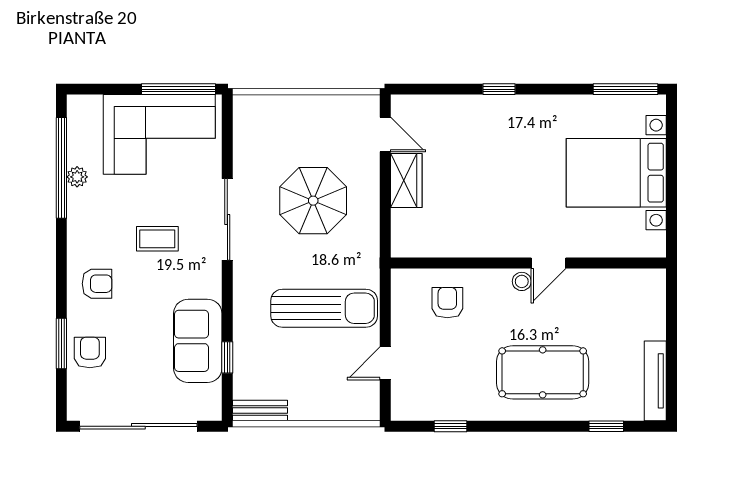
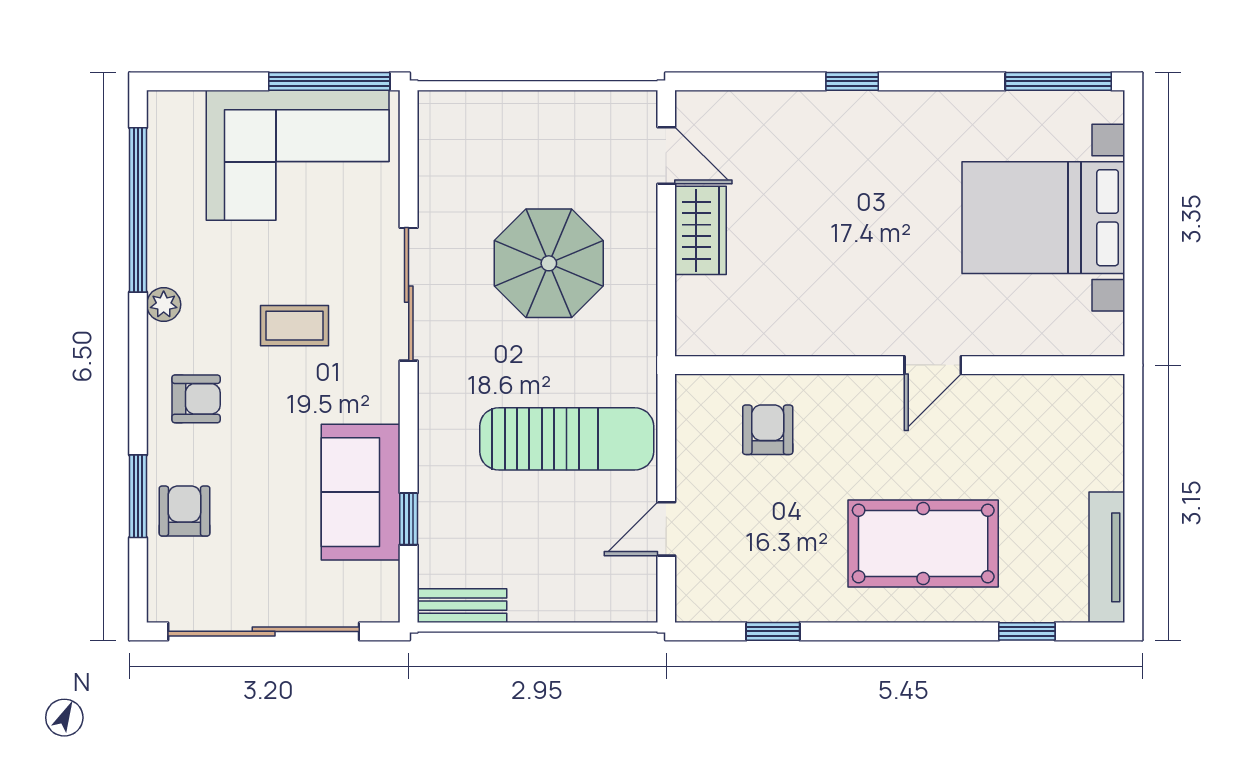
plant: (77, 177) -> (164, 304), moved
stool: (522, 281) -> (889, 395), removed

